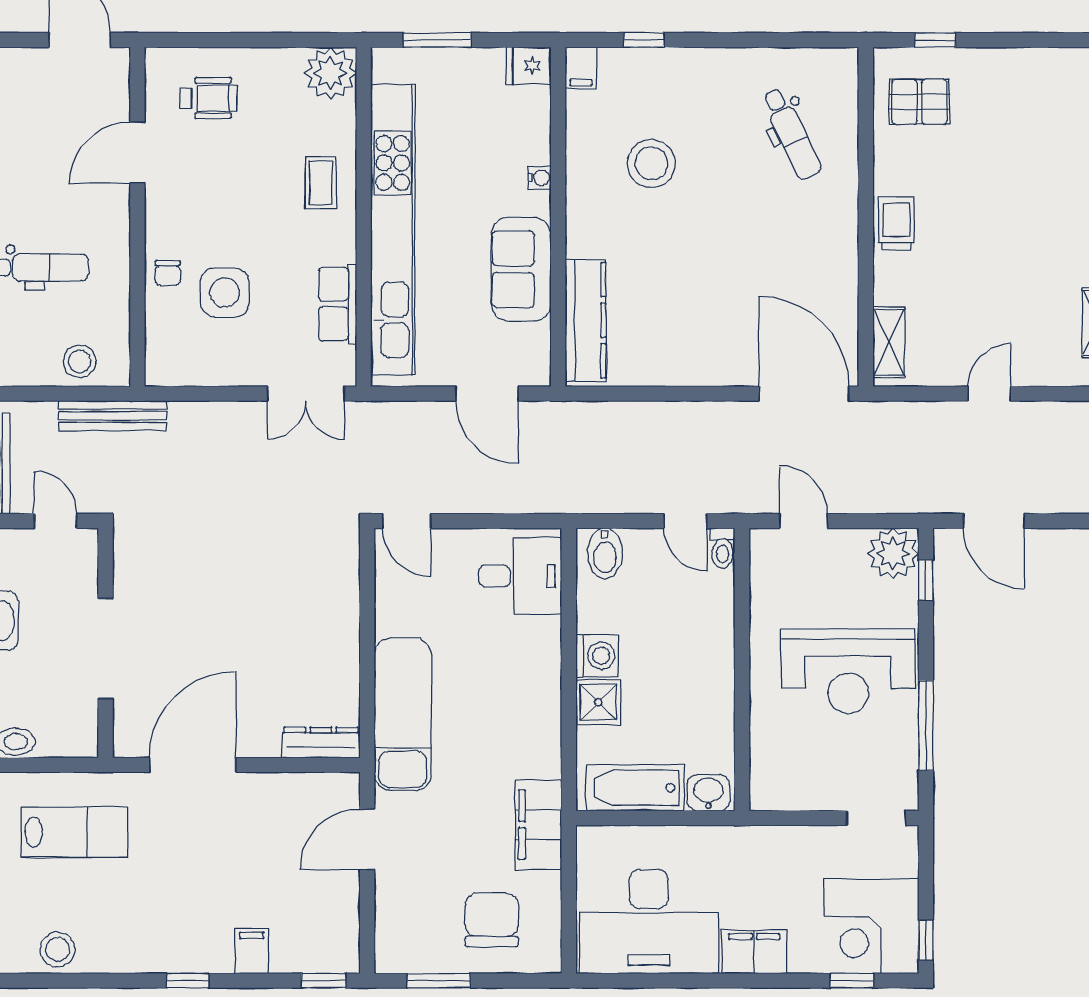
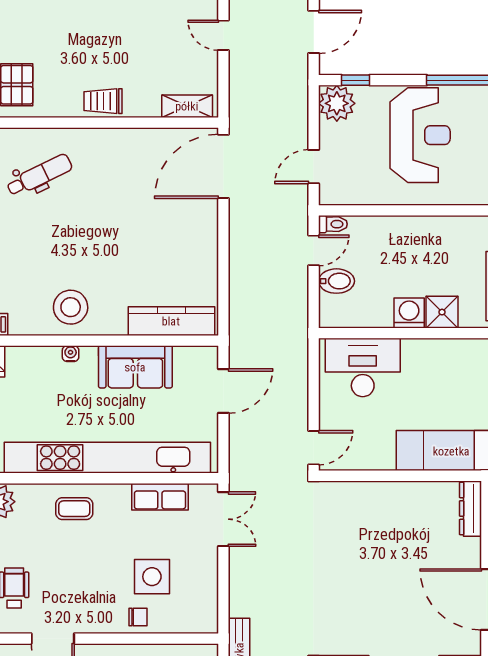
stool: (651, 164) -> (71, 307), moved
bidet: (605, 553) -> (336, 281), moved
desk: (520, 576) -> (363, 367), width x1.37

